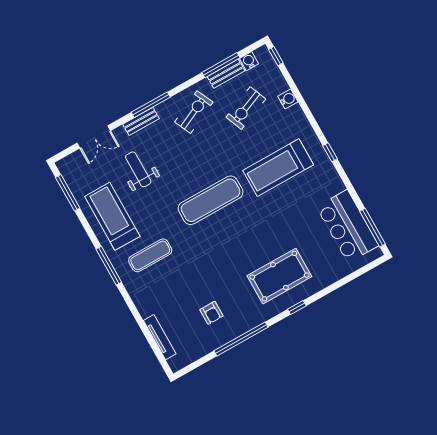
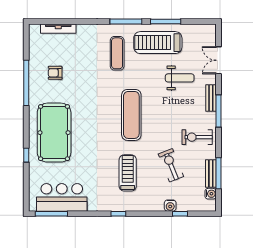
window: (276, 56) -> (180, 214), moved
exercise bike: (246, 108) -> (171, 165), moved
exercise bike: (194, 112) -> (197, 137), turned 115
treadmill: (278, 168) -> (128, 173), width x0.73, depth x0.73
window: (68, 193) -> (166, 21), moved
treadmill: (112, 216) -> (158, 43), turned 180
pool table: (279, 276) -> (54, 133), width x1.36, depth x1.32
window: (297, 307) -> (26, 155), moved

